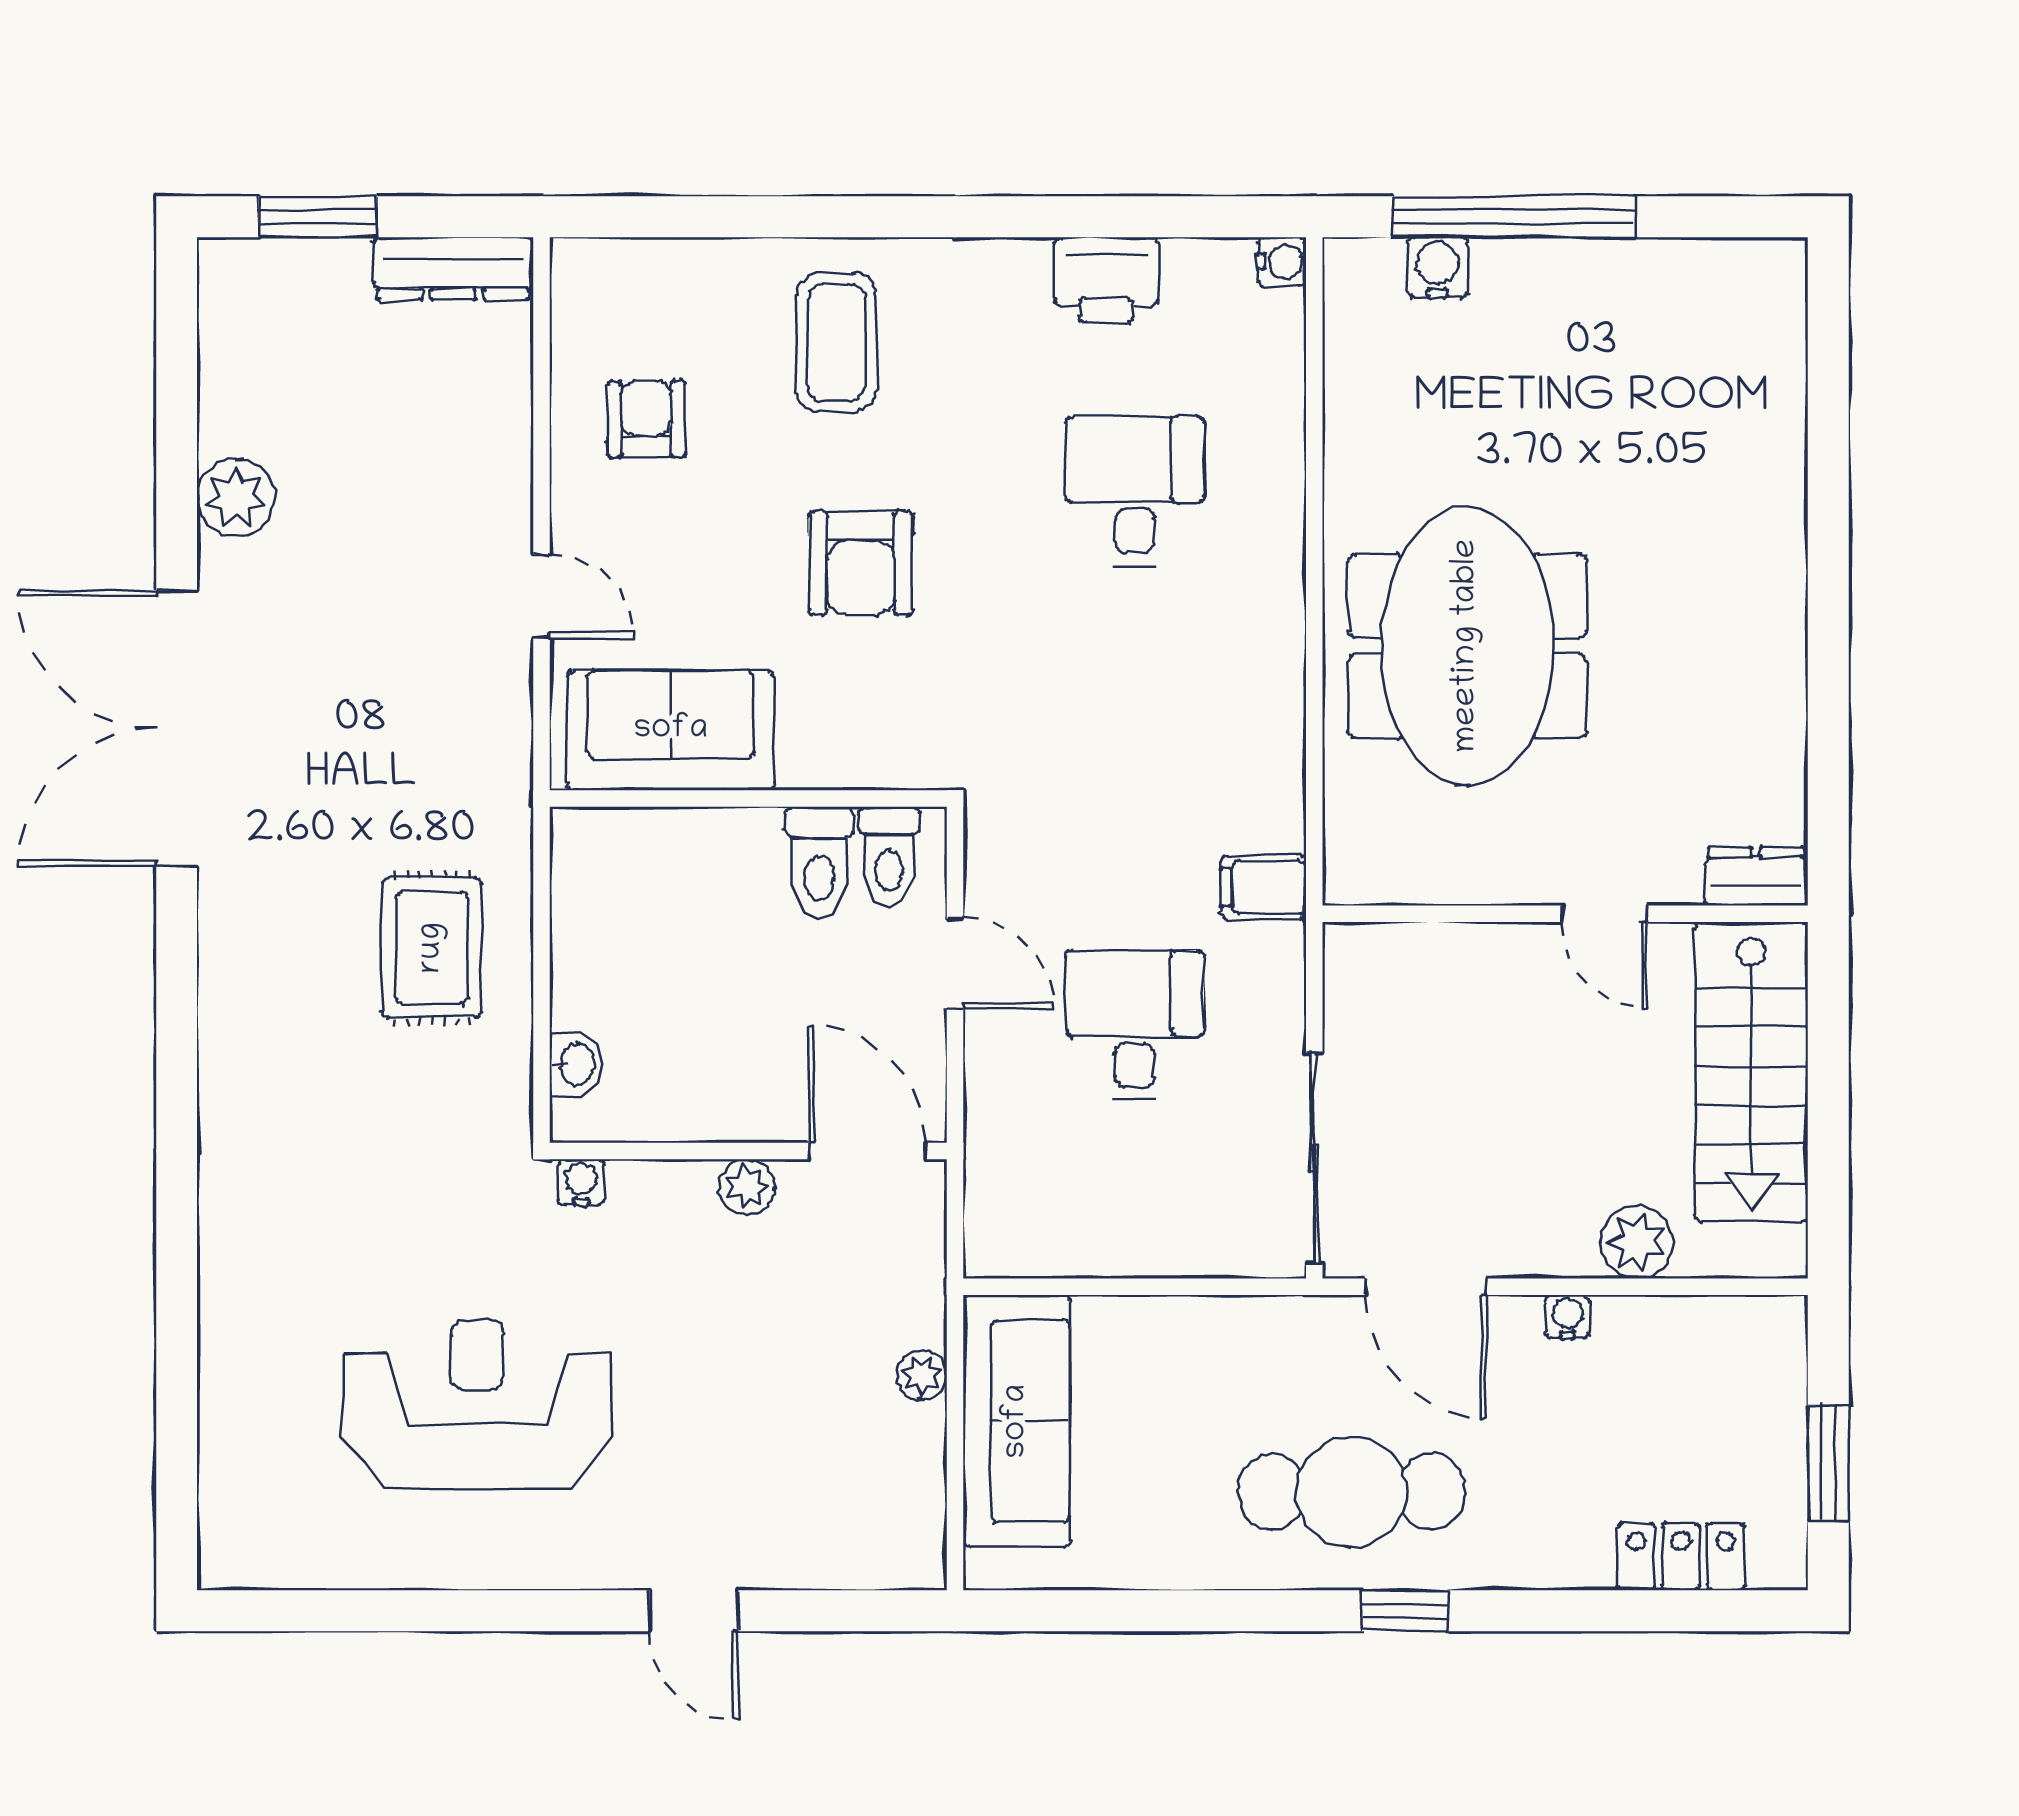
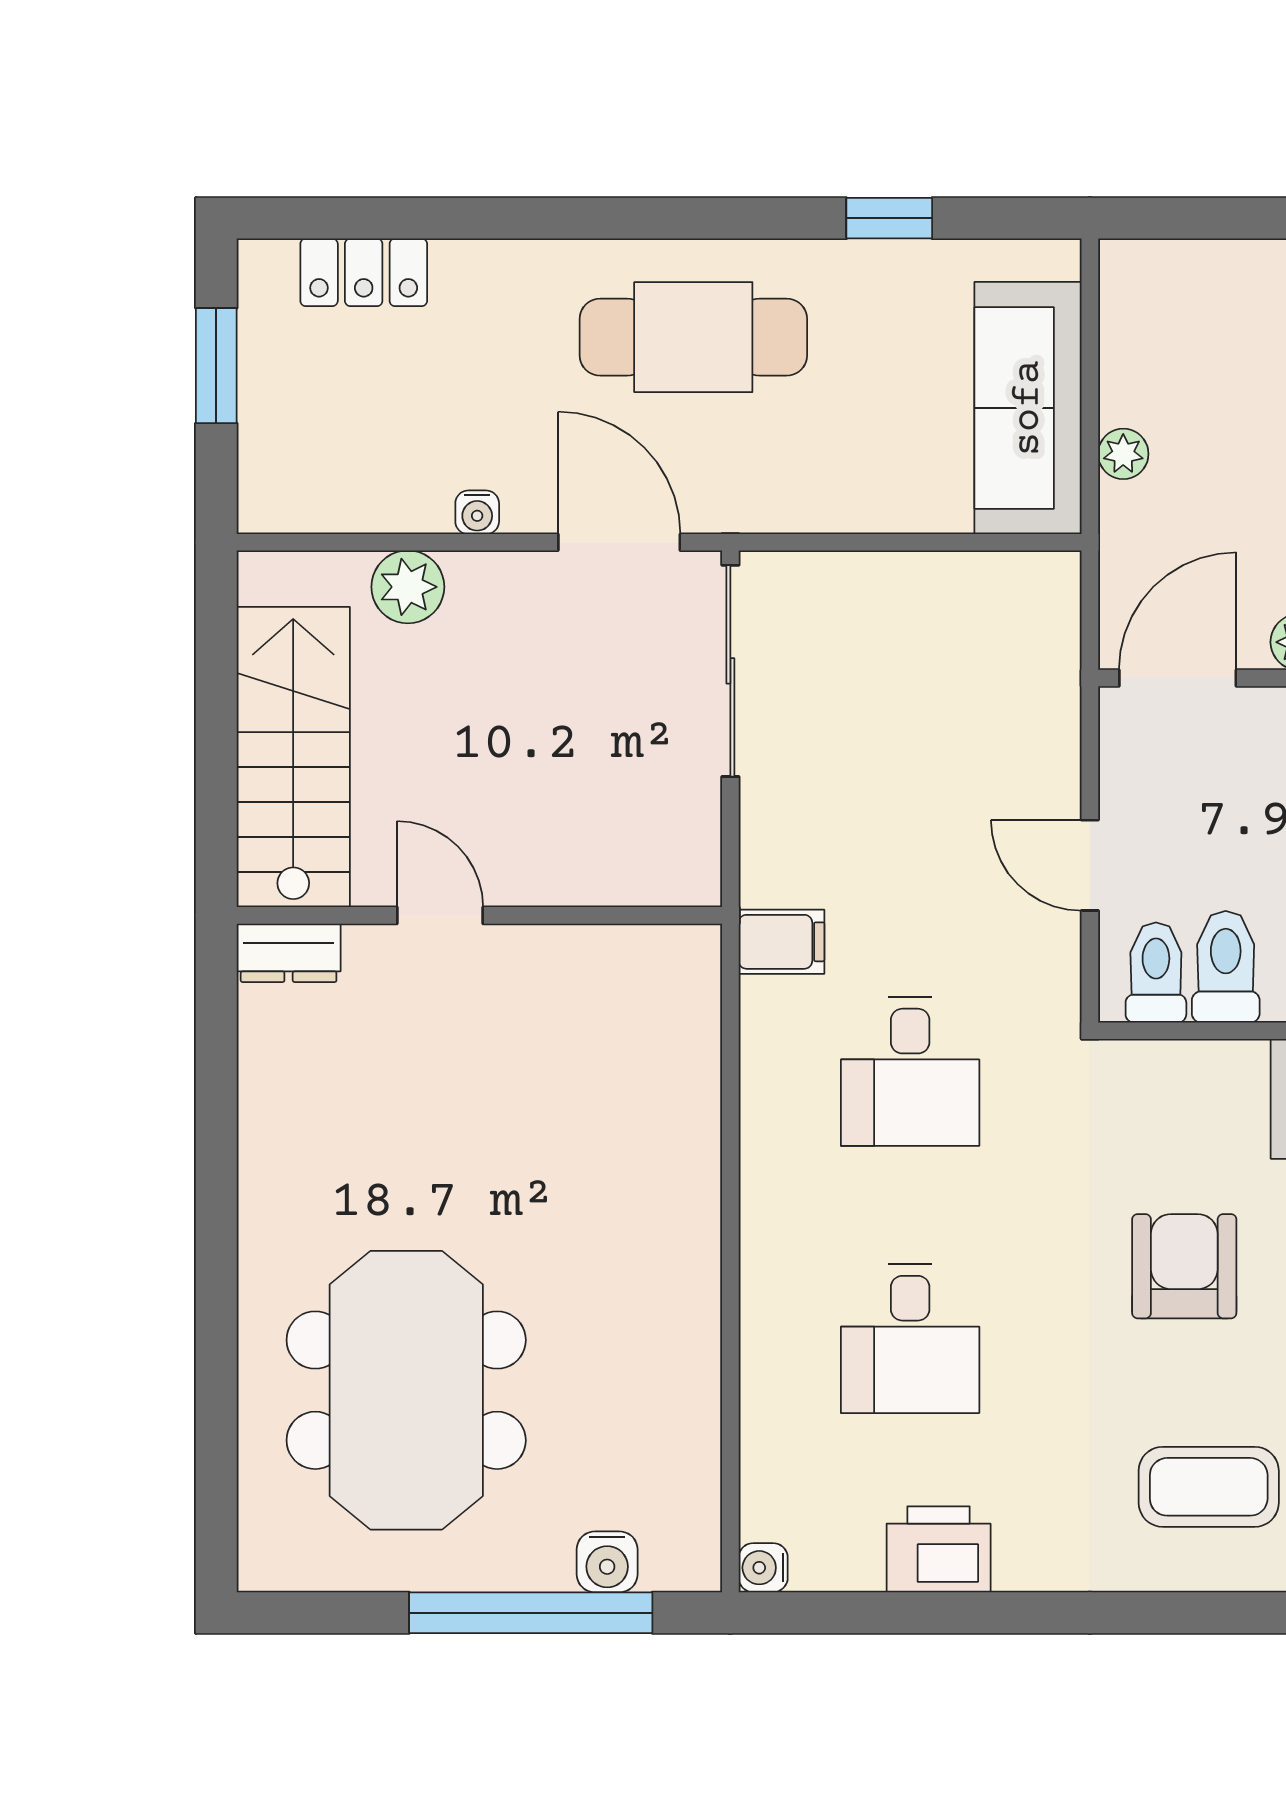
coffee table: (836, 343) -> (1209, 1487), turned 90
meeting table: (1467, 646) -> (406, 1390), moved
desk: (1135, 1025) -> (910, 1071), moved
door: (867, 1151) -> (1178, 678), swing flipped
window: (1405, 1611) -> (889, 218), moved

